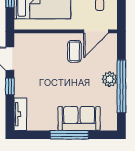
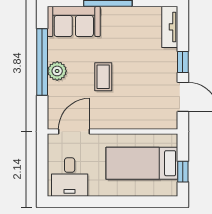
coffee table: (74, 51) -> (103, 77), moved
sofa: (79, 118) -> (74, 21), moved

